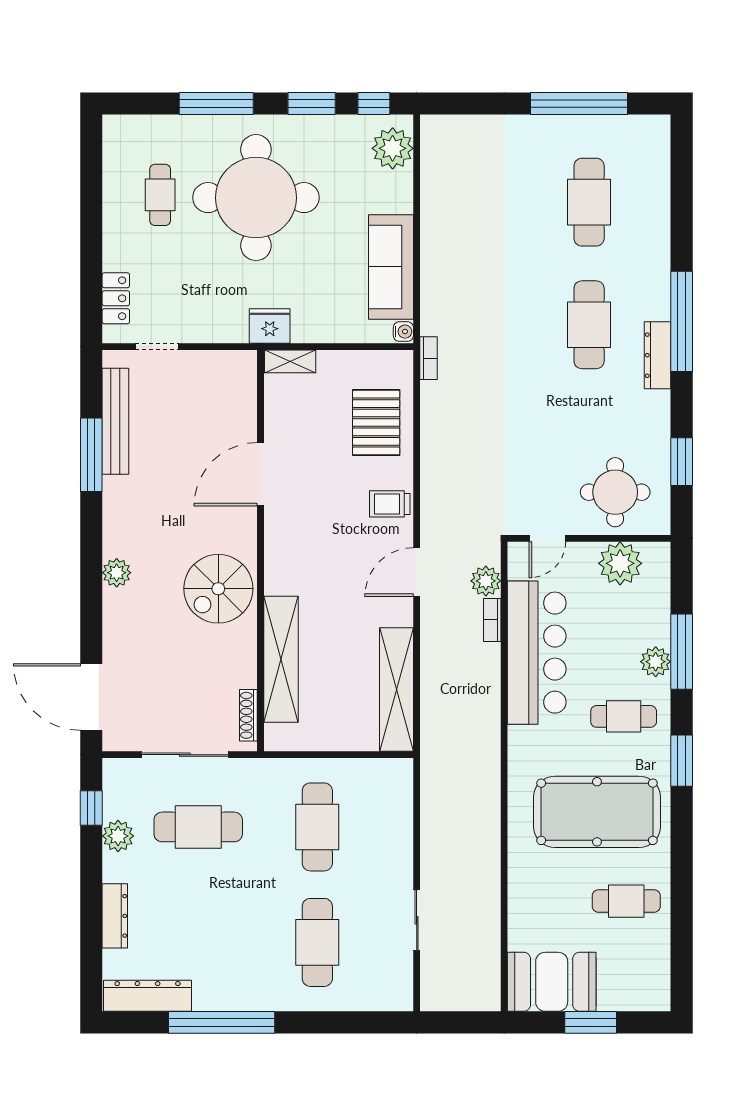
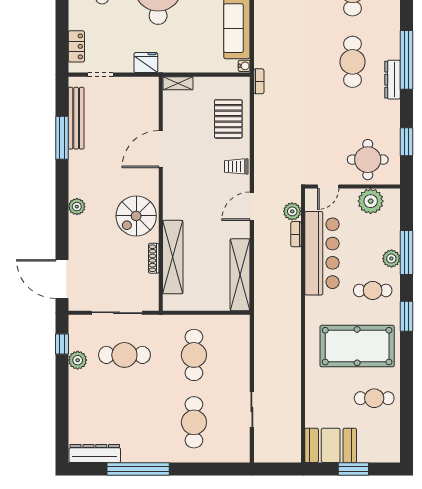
fridge: (270, 326) -> (146, 63), moved
shoe rack: (248, 715) -> (154, 258), moved
dresser: (115, 916) -> (76, 407), removed

